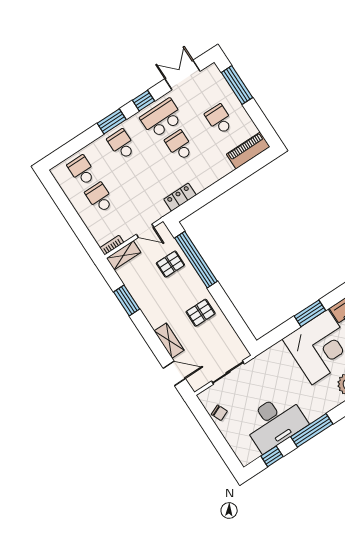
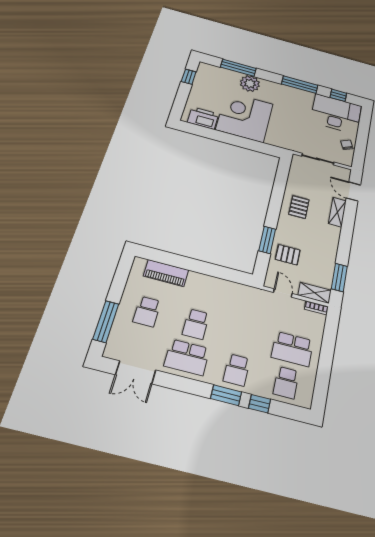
window: (143, 101) -> (260, 404), moved
piano: (248, 151) -> (166, 273), moved
locker: (180, 197) -> (234, 289), removed
school desk: (100, 198) -> (292, 349), width x1.85
window: (196, 260) -> (267, 240), width x0.47
window: (127, 301) -> (339, 277), moved
pallet: (201, 313) -> (299, 207), turned 90
window: (310, 313) -> (229, 139), removed
desk: (275, 422) -> (336, 114), moved

